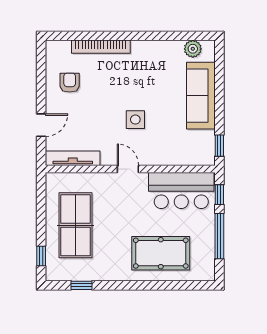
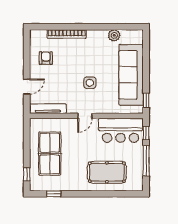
plant: (193, 49) -> (114, 35), moved
sofa: (201, 96) -> (131, 75), width x1.36, depth x1.27
door: (128, 169) -> (85, 116), swing flipped

